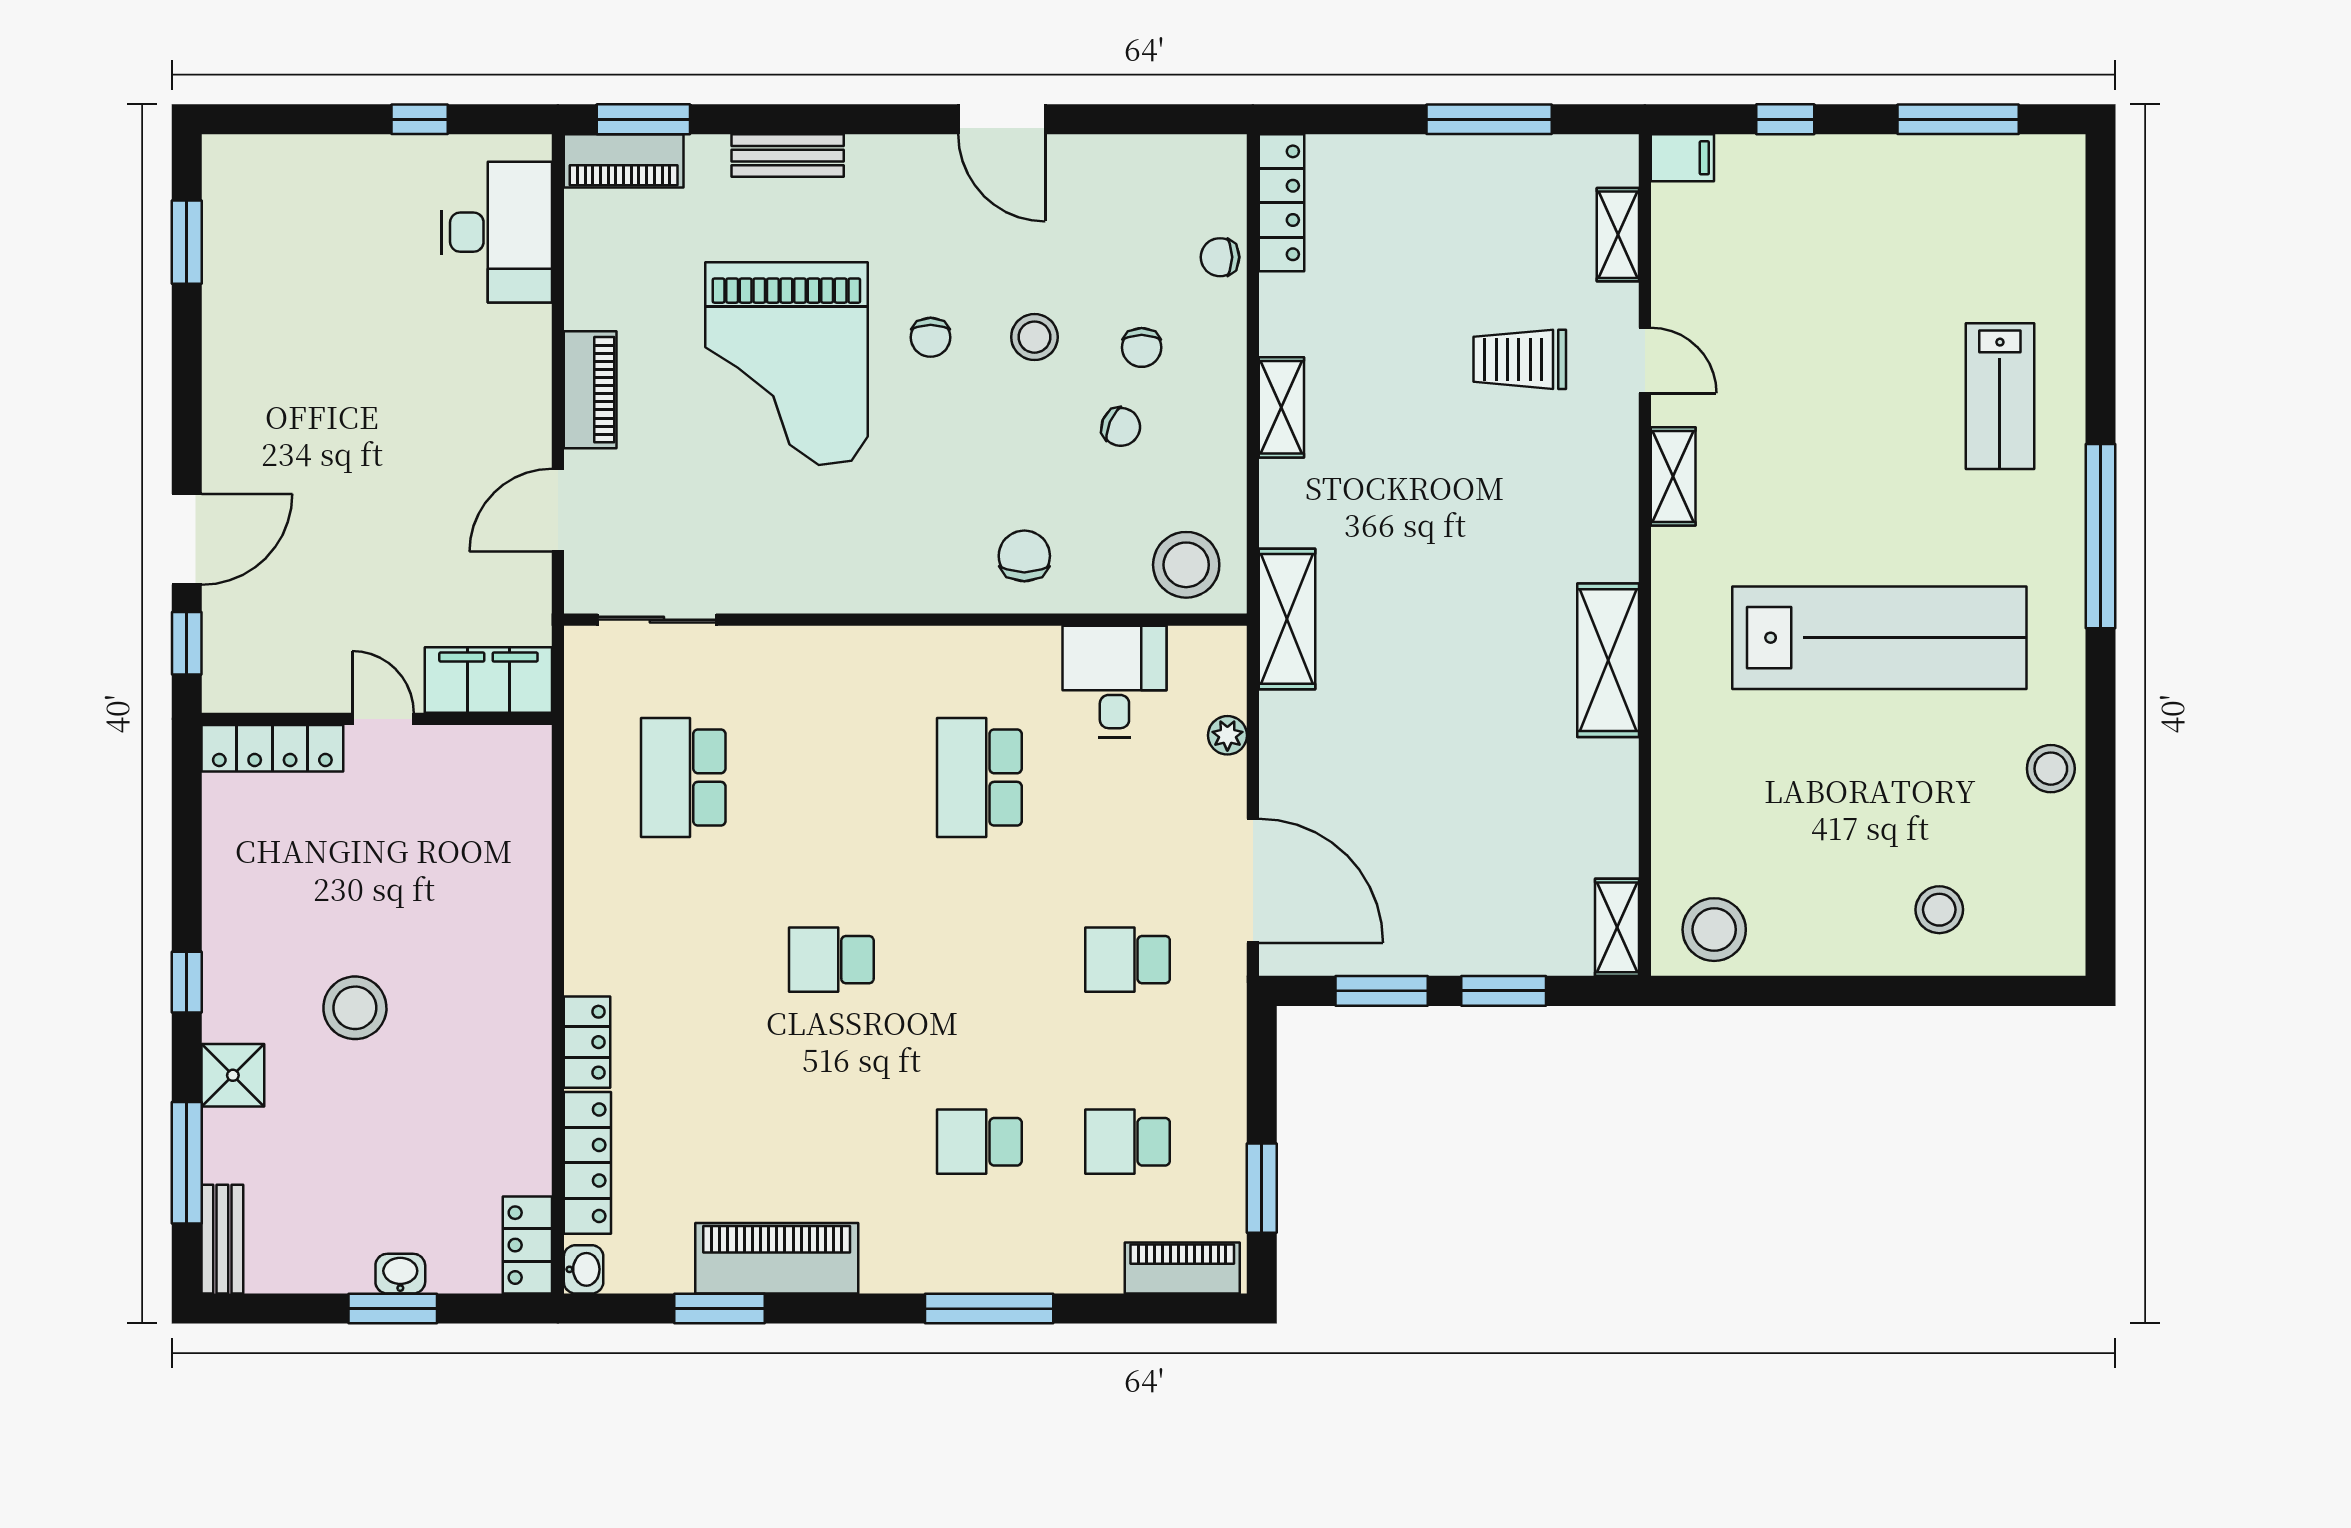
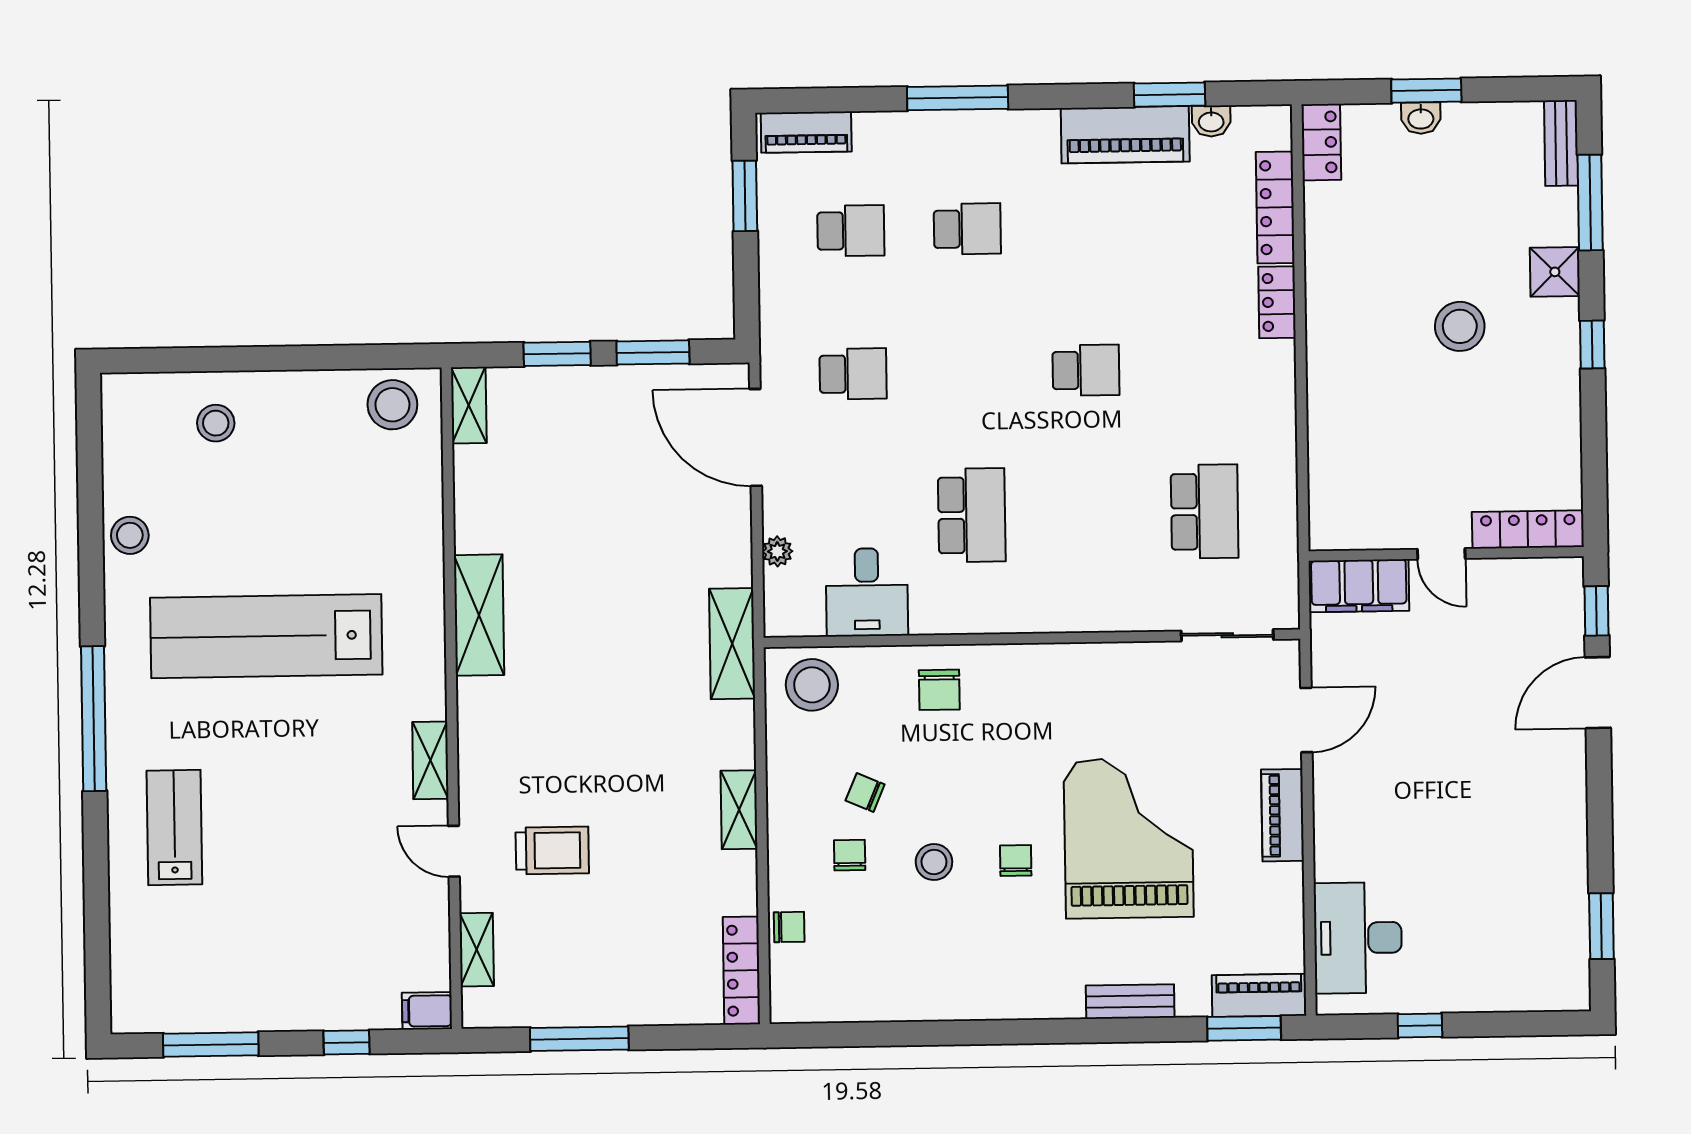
door: (1002, 119) -> (962, 1033), removed
washbasin: (584, 1269) -> (1211, 121), moved, turned -90

